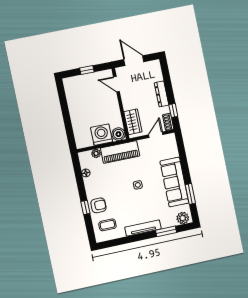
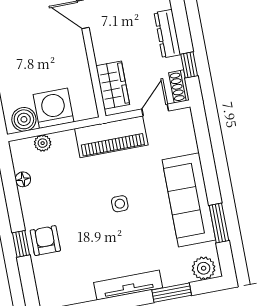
boiler: (118, 134) -> (24, 119), moved
piano: (120, 152) -> (111, 137), moved
armchair: (98, 205) -> (45, 241), turned -90
coffee table: (107, 225) -> (61, 278), removed

